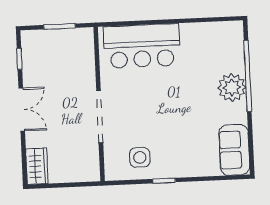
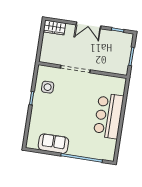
bar counter: (142, 46) -> (109, 116), moved
plant: (232, 87) -> (77, 148), removed
sofa: (234, 150) -> (53, 144), moved

